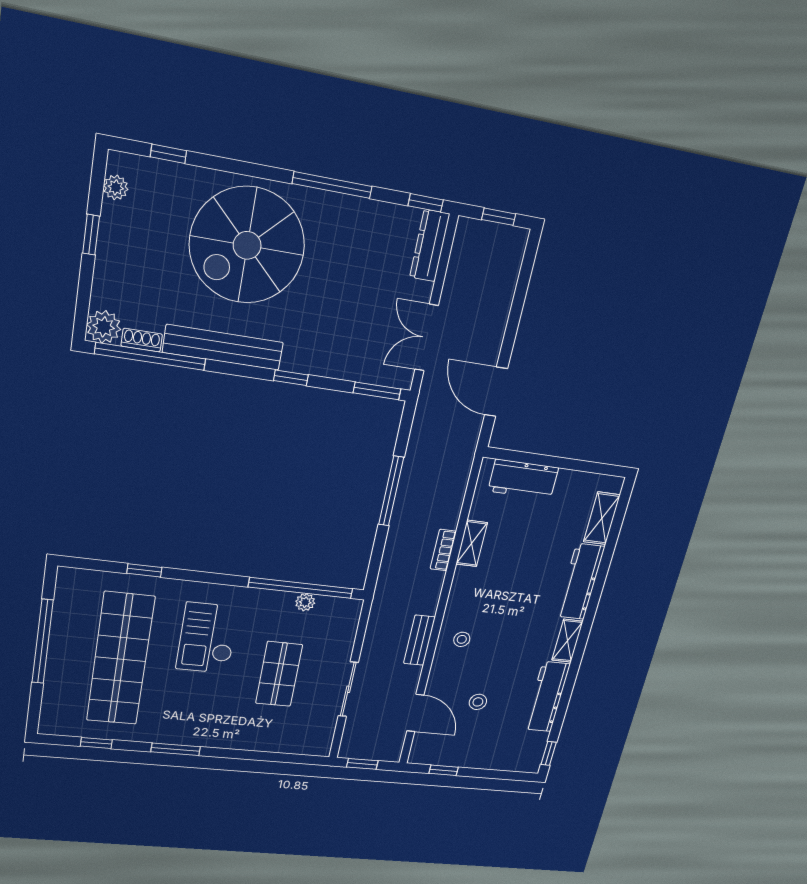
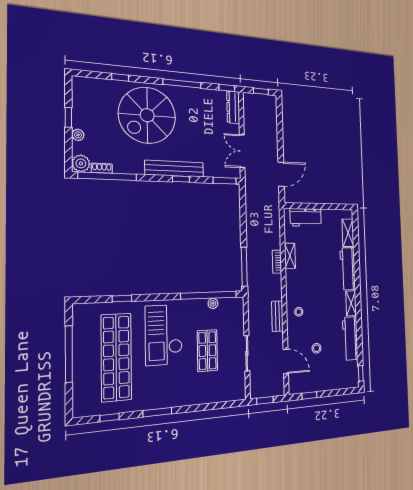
window: (168, 154) -> (120, 77), moved
plant: (116, 187) -> (78, 135), moved
bench: (223, 347) -> (174, 169), moved
door: (496, 392) -> (281, 174), swing flipped
window: (391, 491) -> (244, 267), moved
checkout: (207, 638) -> (164, 335), width x1.36, depth x1.21

